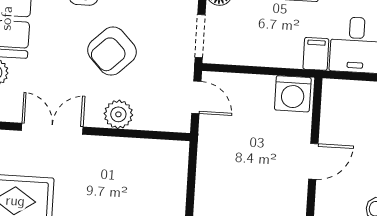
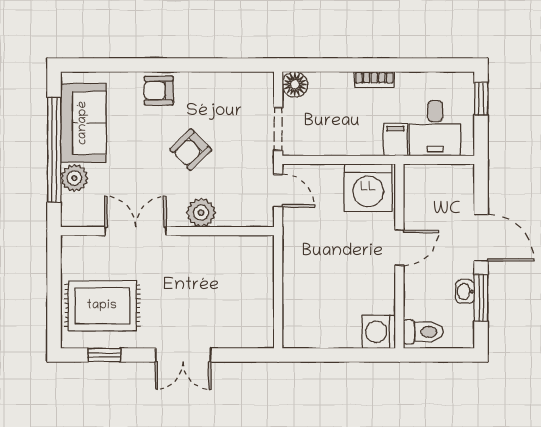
armchair: (112, 51) -> (191, 150), width x0.72, depth x0.72
washing machine: (293, 94) -> (368, 188), width x1.37, depth x1.37

